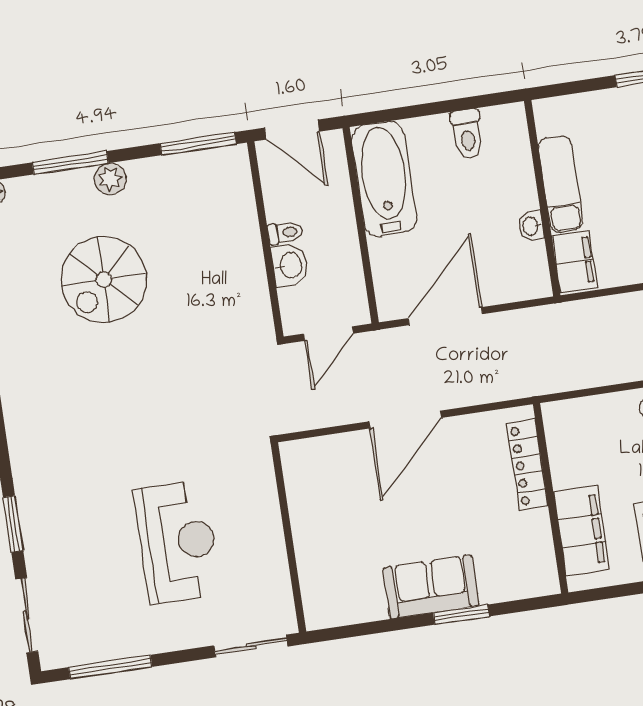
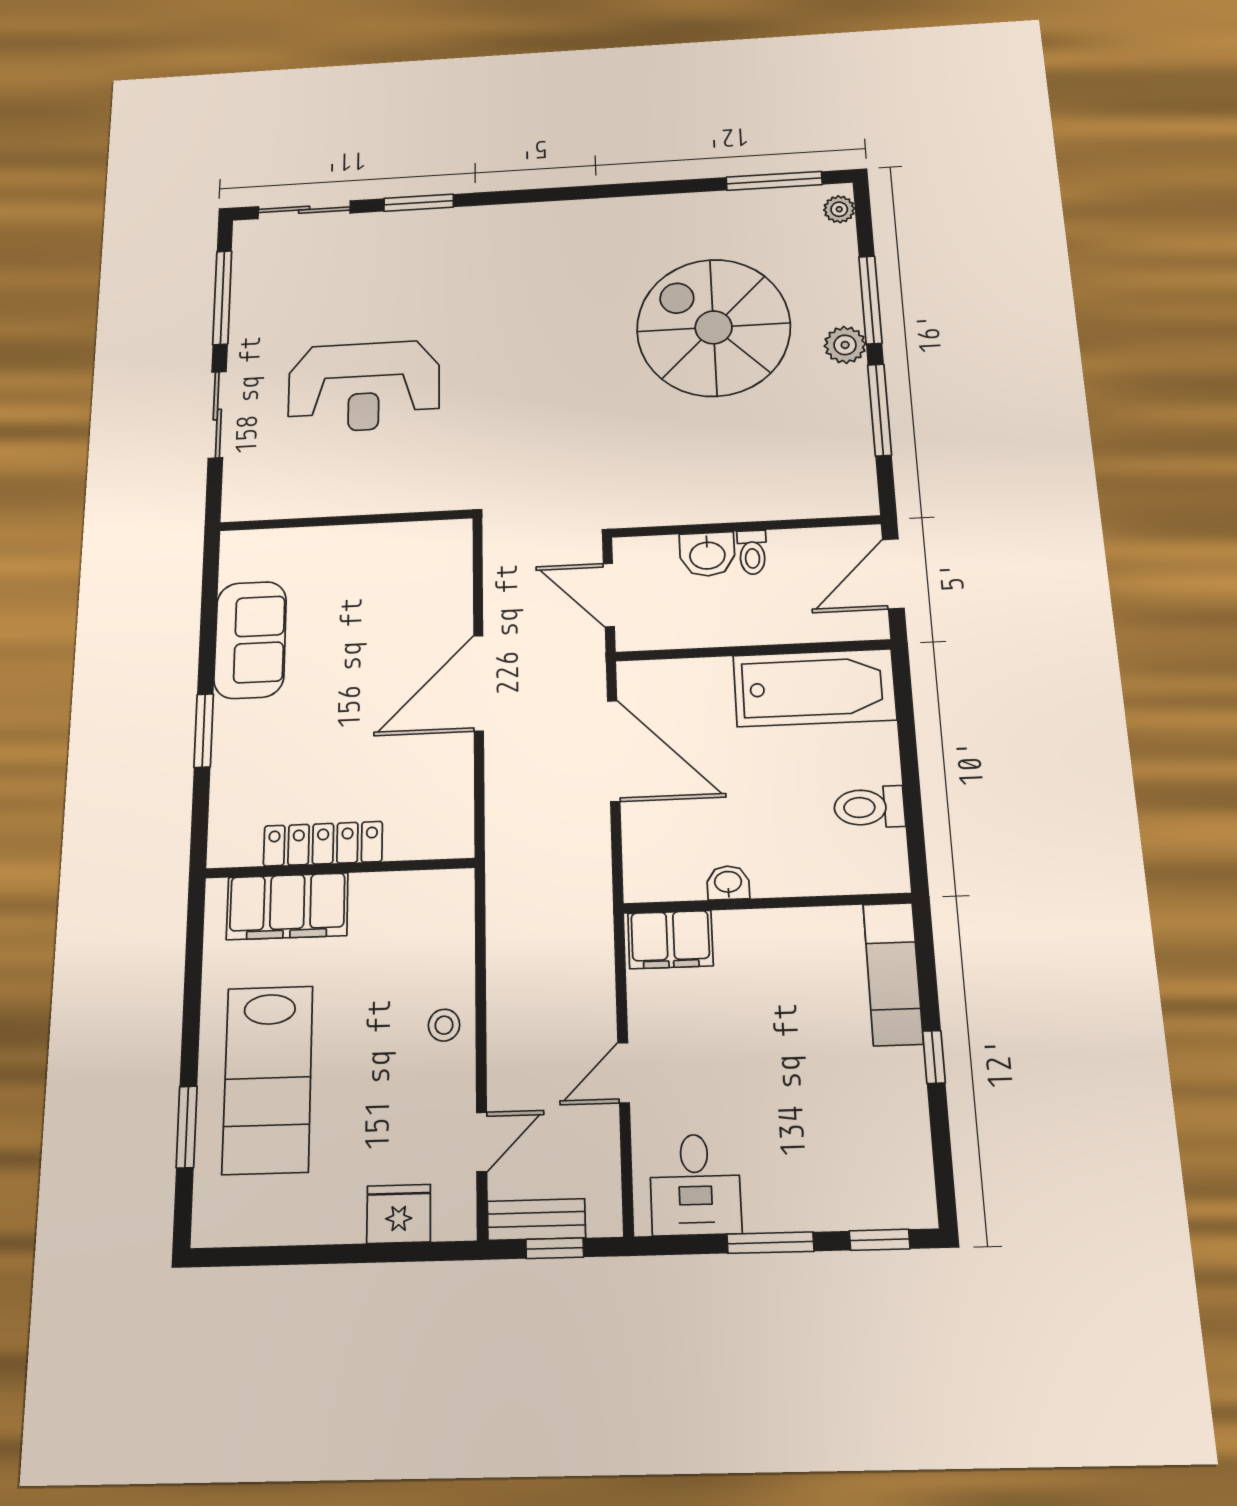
window: (198, 144) -> (880, 410), moved
exam couch: (561, 184) -> (893, 974), moved, turned 90
spiral stairs: (104, 280) -> (714, 327), width x1.37, depth x1.37
door: (405, 420) -> (479, 683), hinge flipped
locker: (527, 465) -> (323, 844), moved
sofa: (431, 587) -> (250, 640), moved
sliding door: (251, 646) -> (217, 415), moved

